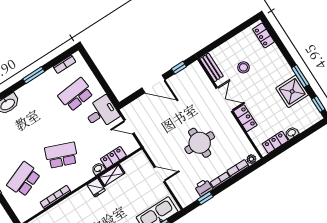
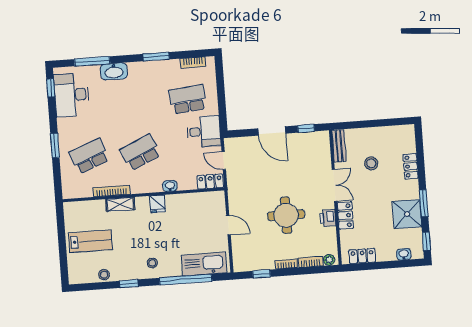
locker: (263, 35) -> (411, 166), moved
washbasin: (292, 133) -> (404, 254), moved
school desk: (61, 155) -> (140, 152), turned -45
locker: (113, 157) -> (210, 182), moved
shelving: (112, 175) -> (120, 204), moved
printer: (204, 188) -> (328, 218), moved, turned -90

